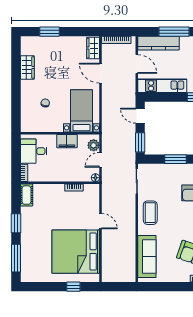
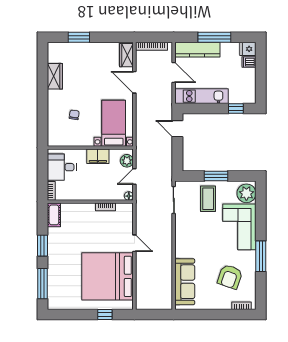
window: (140, 142) -> (177, 158), removed
coffee table: (150, 213) -> (208, 199), moved

